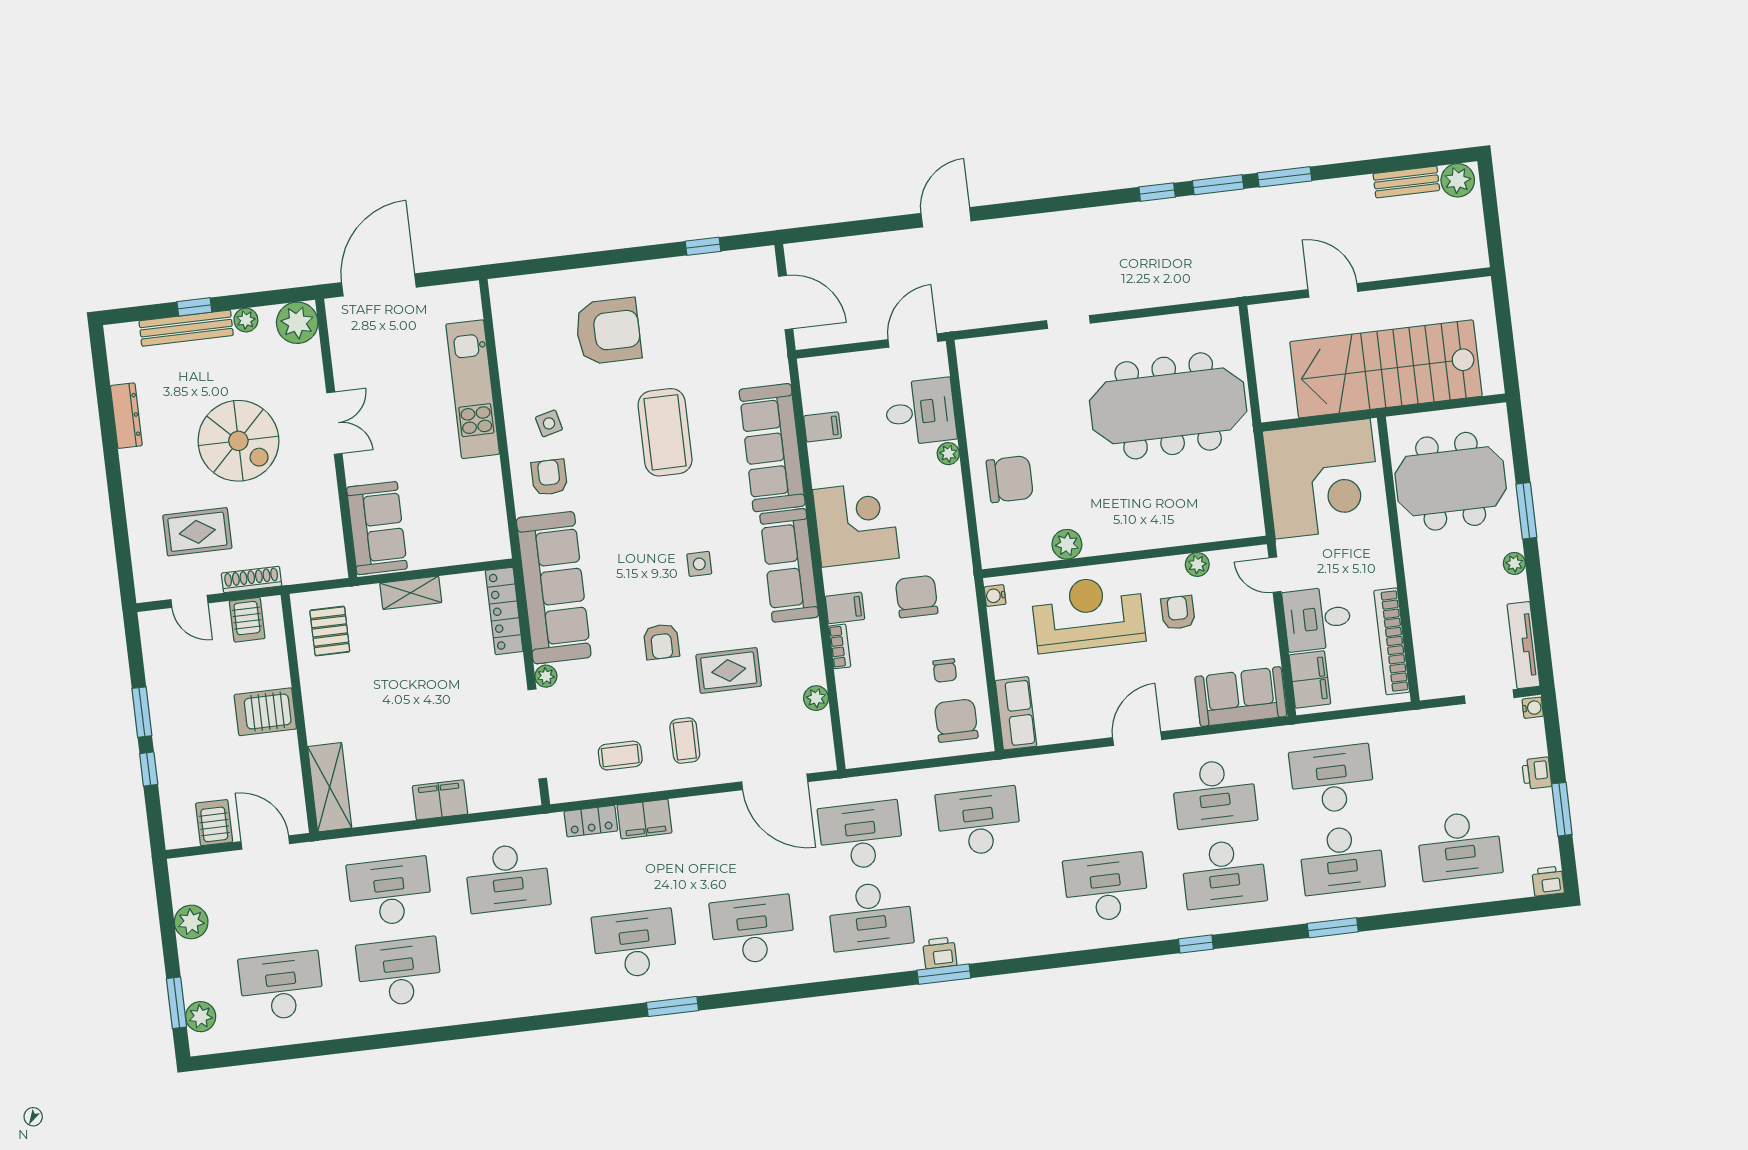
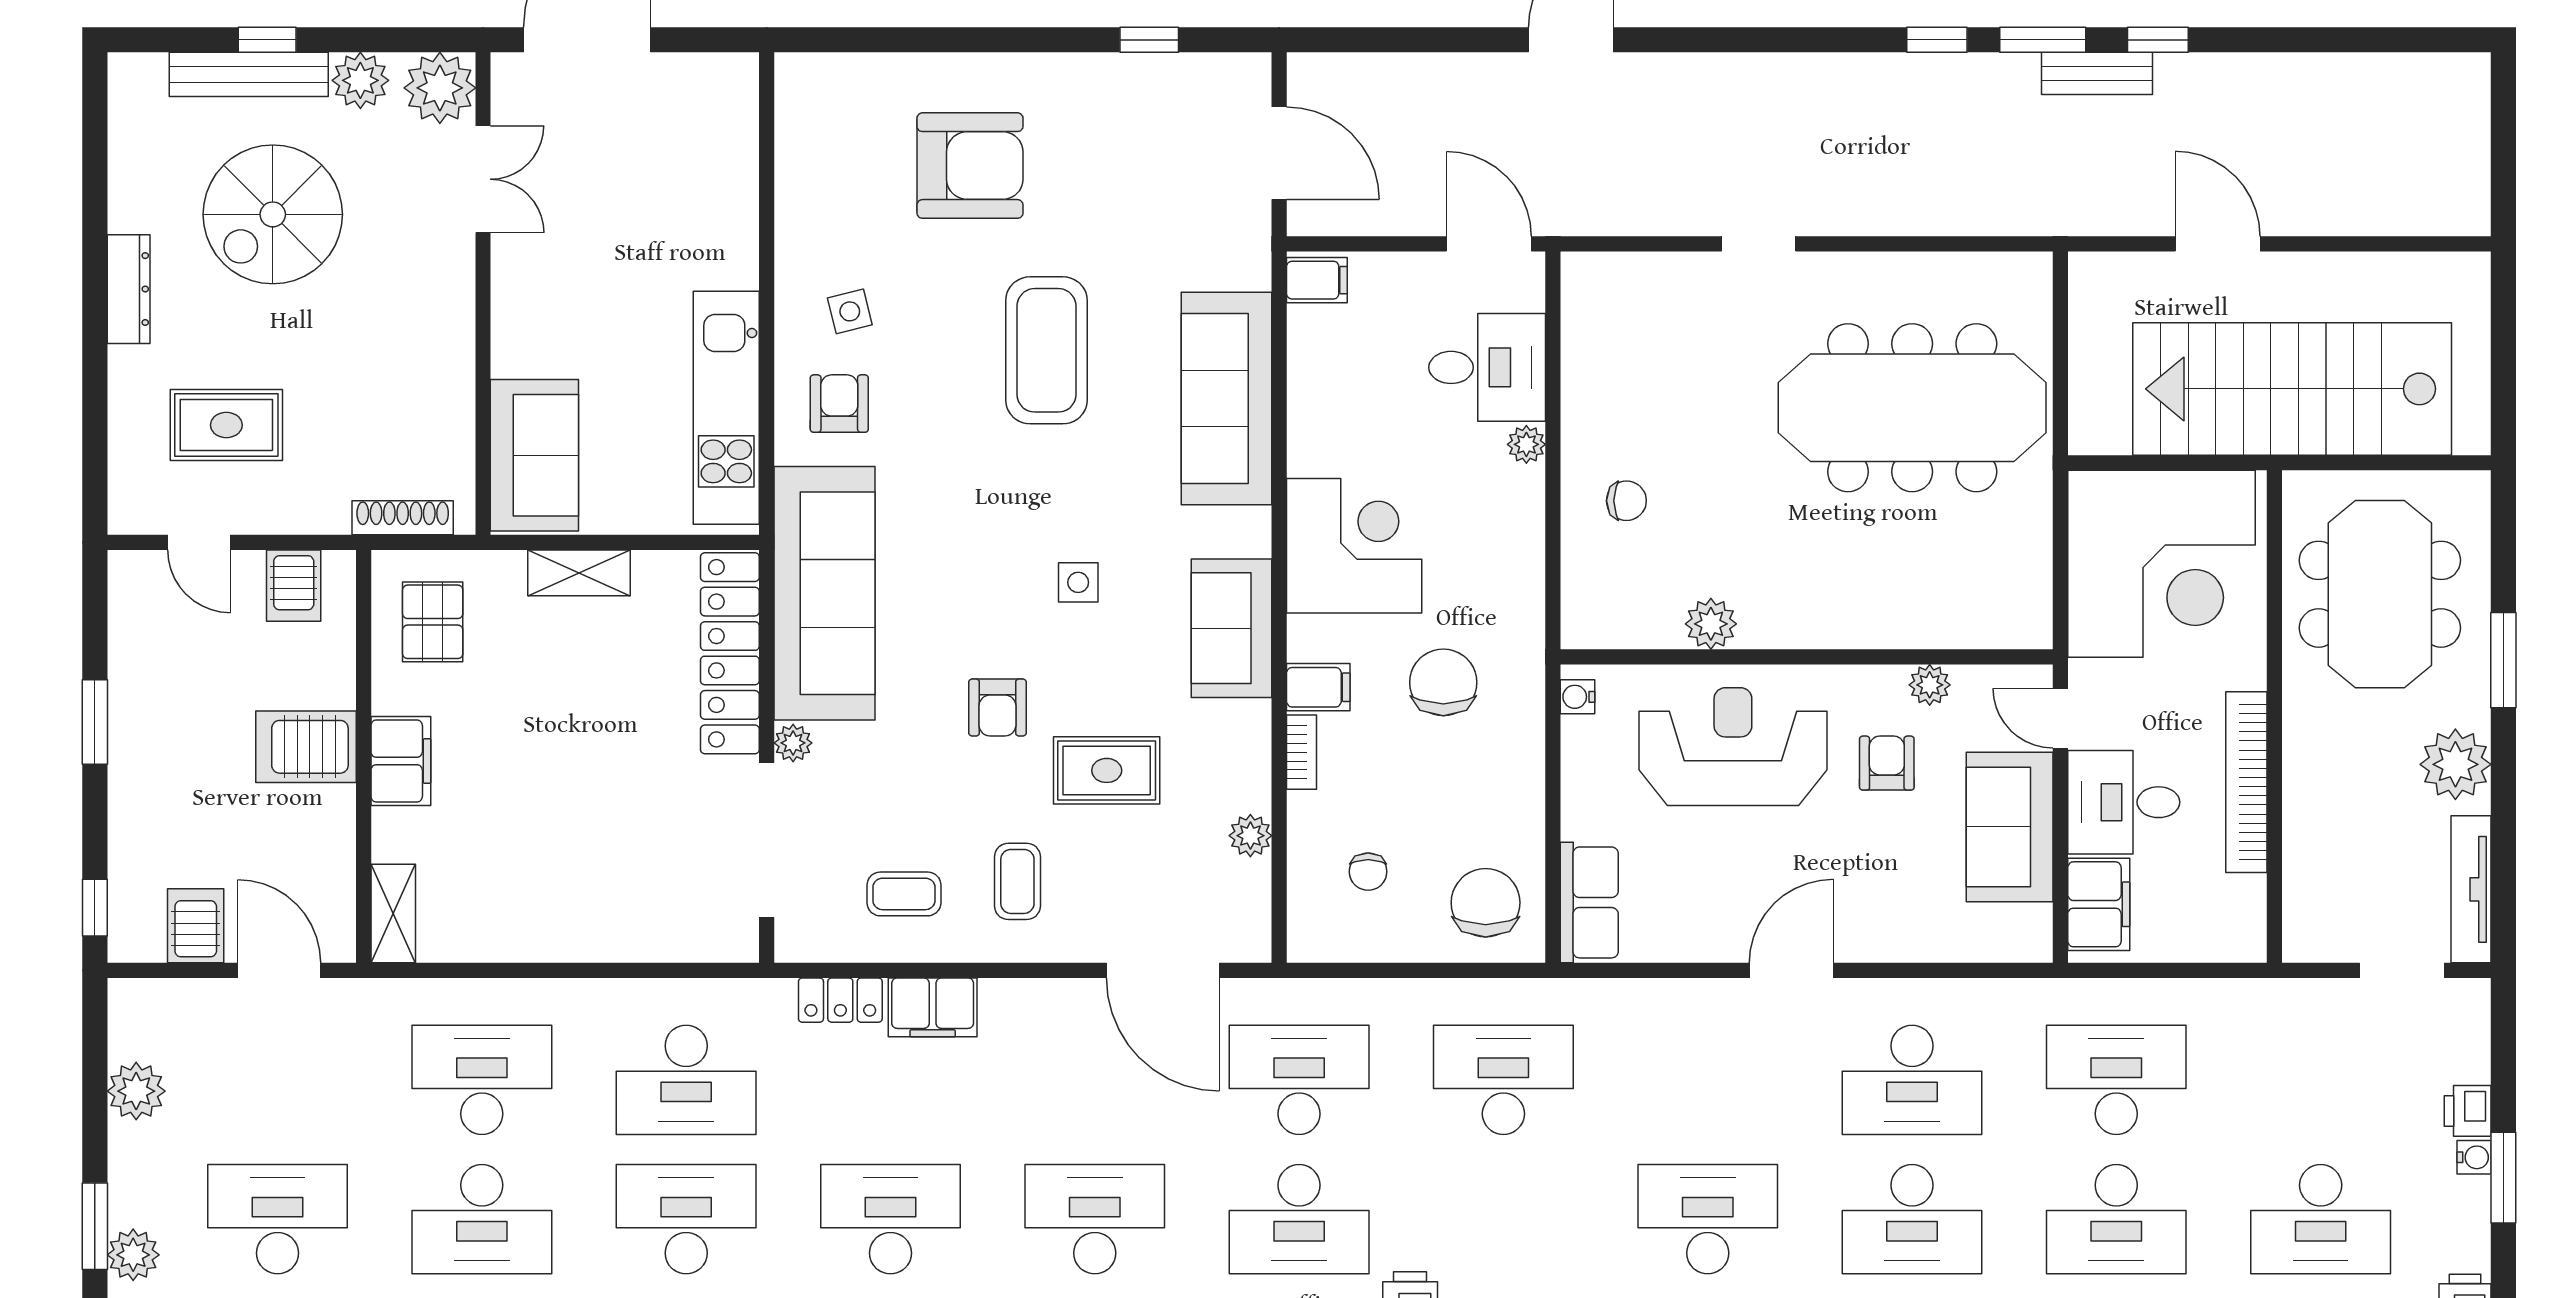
window: (1285, 177) -> (2158, 40), width x0.67
plant: (1458, 180) -> (2453, 81), removed
bench: (1406, 182) -> (2097, 73), moved
plant: (246, 320) -> (360, 80), width x1.38, depth x1.38
door: (913, 340) -> (1489, 244), hinge flipped
kitchen unit: (473, 389) -> (726, 408), moved
dresser: (126, 416) -> (129, 289), moved
double door: (334, 423) -> (483, 179), moved
filing cabinet: (823, 427) -> (1317, 280), moved
spiral stairs: (238, 441) -> (273, 214), moved, turned 90
chair: (1010, 479) -> (1626, 501), width x0.54, depth x0.54
meeting table: (1451, 481) -> (2380, 594), turned 90
plant: (1514, 563) -> (2455, 764), width x1.88, depth x1.88
sofa: (789, 565) -> (1232, 628), width x0.73
shoe rack: (251, 580) -> (403, 518), moved
locker: (504, 611) -> (730, 653), width x1.41, depth x1.21
bookcase: (1392, 641) -> (2246, 782), moved
chair: (945, 670) -> (1368, 872), moved
sofa: (1241, 697) -> (2010, 827), moved, turned -90
water cooler: (1533, 708) -> (2474, 1157), moved
window: (149, 769) -> (95, 908), moved
shelving: (330, 787) -> (393, 913), width x0.67, depth x0.75
filing cabinet: (440, 800) -> (401, 761), moved, turned 90
desk: (517, 958) -> (686, 1219), added
desk: (399, 972) -> (482, 1219), turned 180

